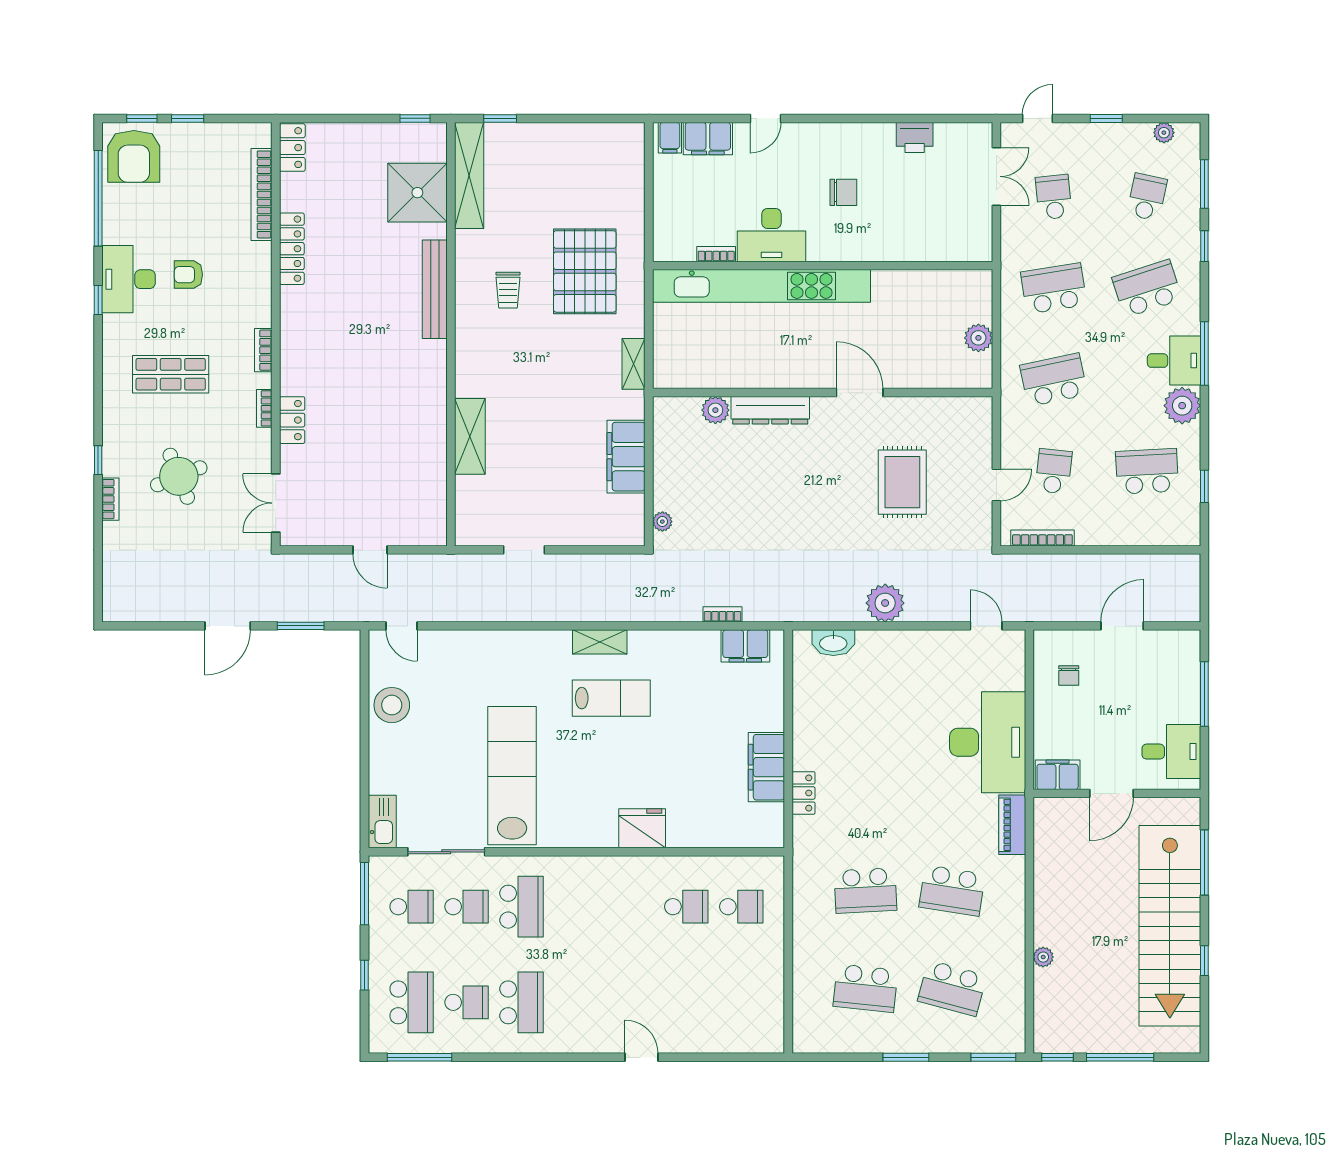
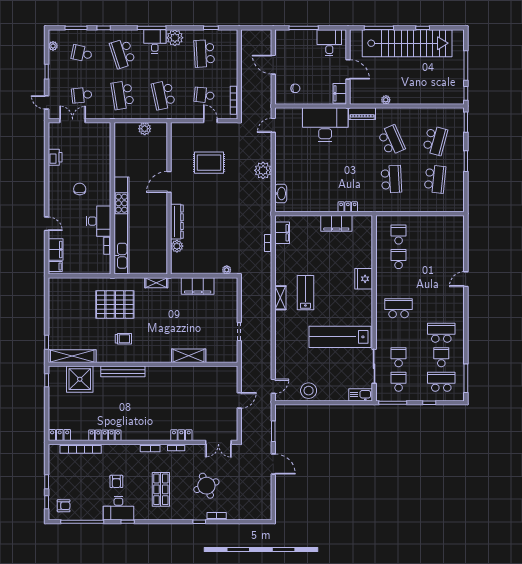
armchair: (134, 156) -> (64, 506), width x0.53, depth x0.53
school desk: (952, 890) -> (391, 140), turned -33
school desk: (521, 907) -> (399, 308), moved
plant: (1043, 957) -> (386, 100), moved

